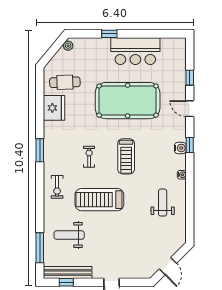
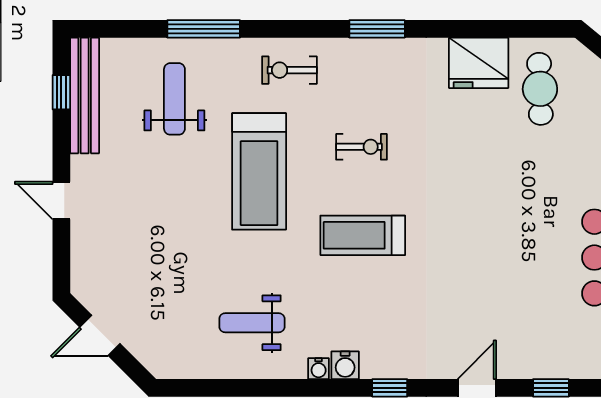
pool table: (128, 101) -> (496, 239), removed
water cooler: (180, 148) -> (345, 365), moved
treadmill: (99, 200) -> (259, 171), turned 180
weight bench: (163, 203) -> (252, 323), turned 180
window: (40, 248) -> (204, 29), moved

